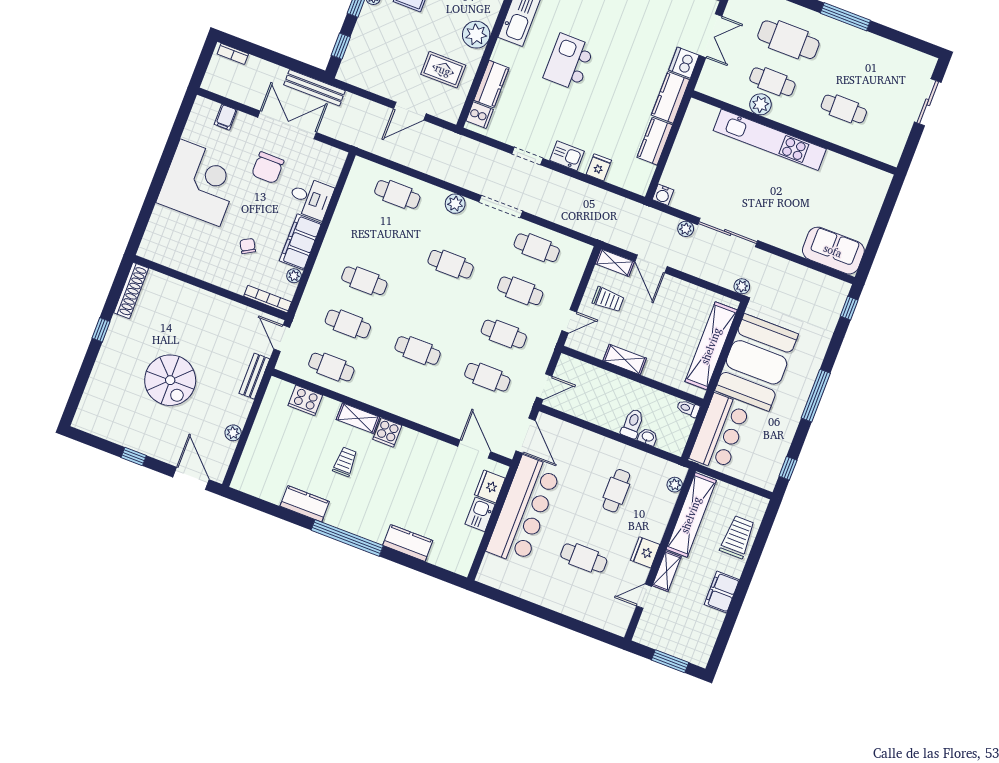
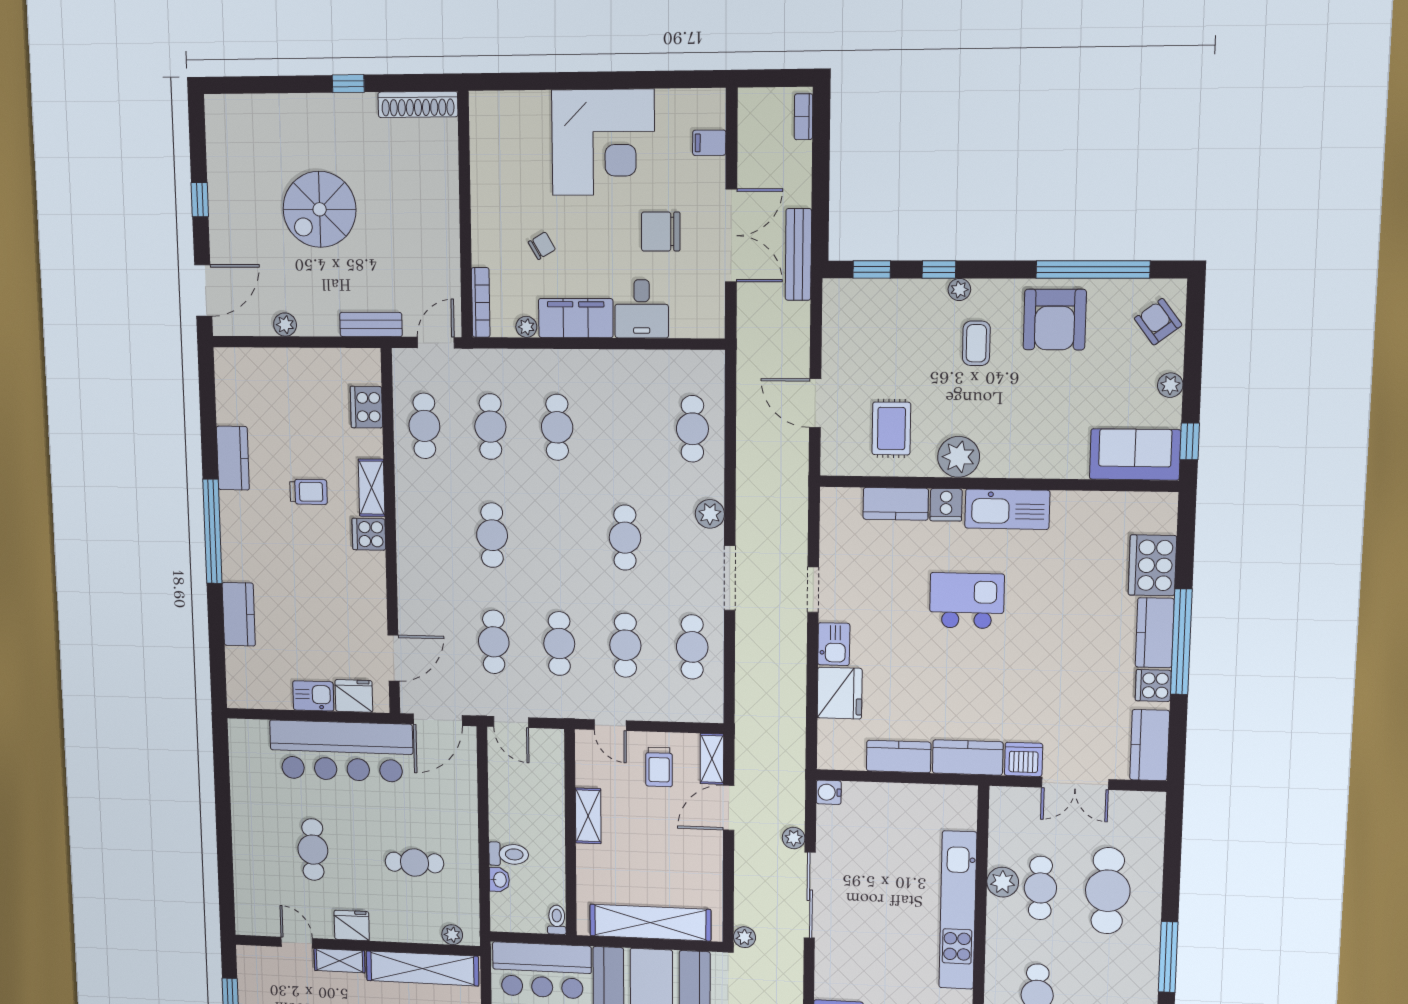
cooker: (480, 115) -> (946, 505), moved
fridge: (599, 167) -> (840, 693), width x1.88, depth x1.34

